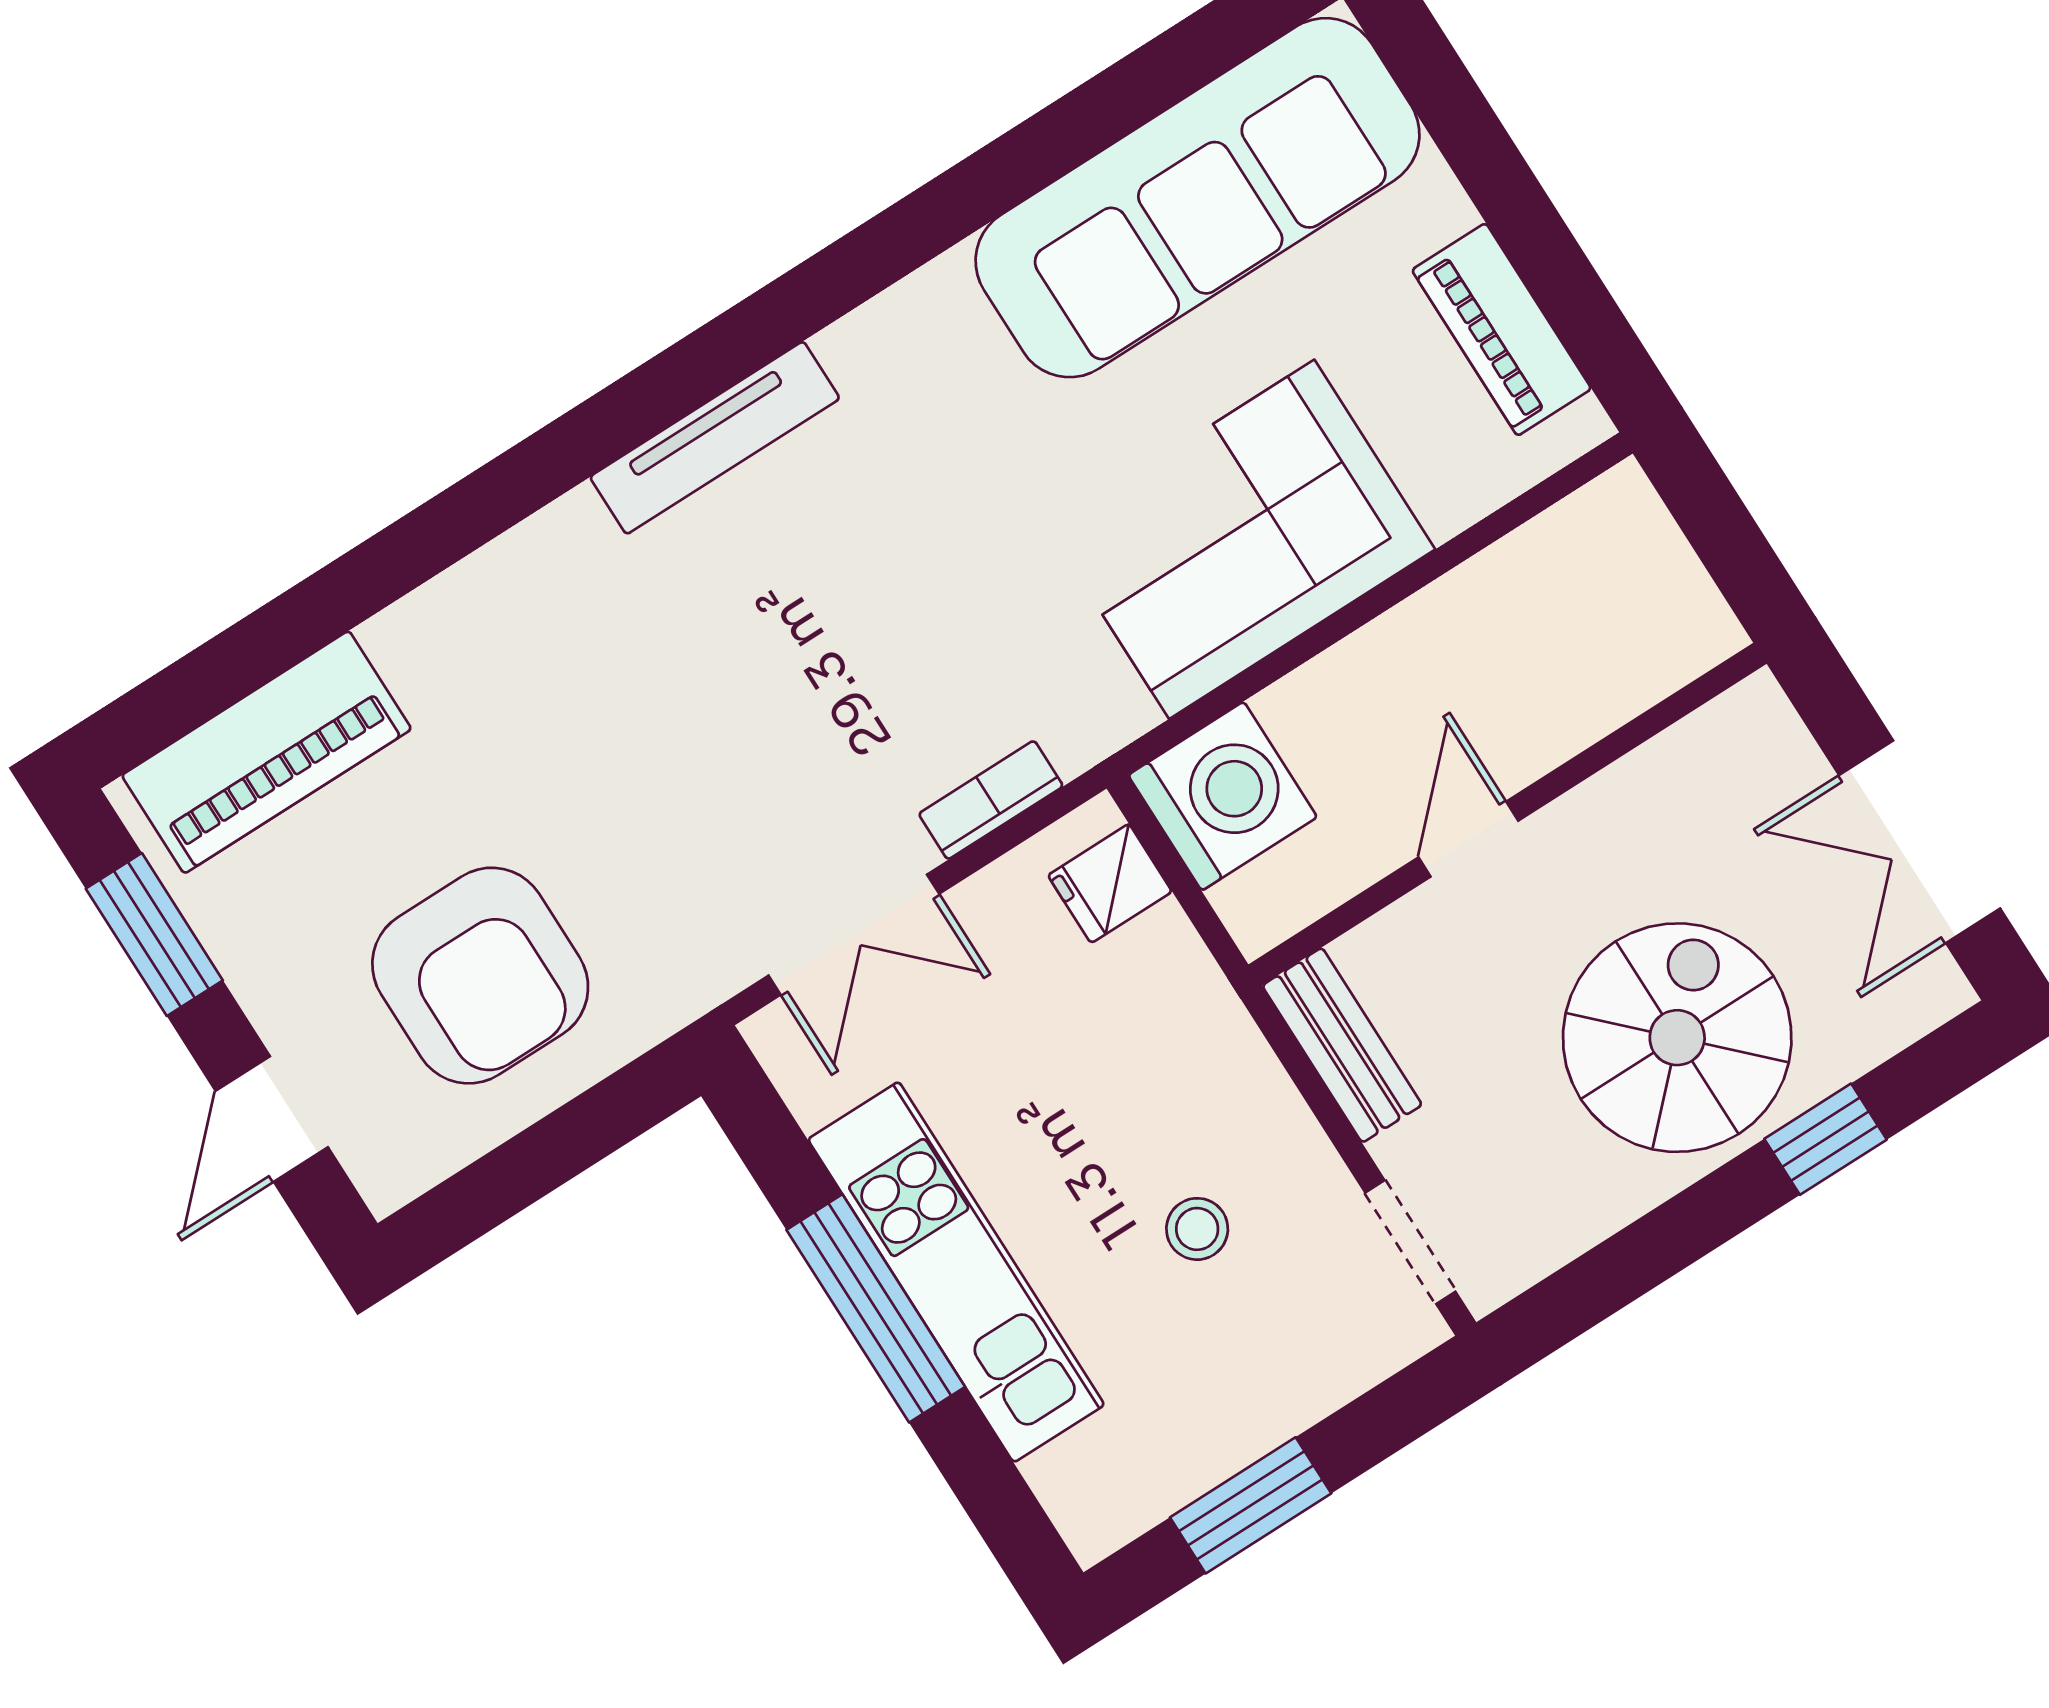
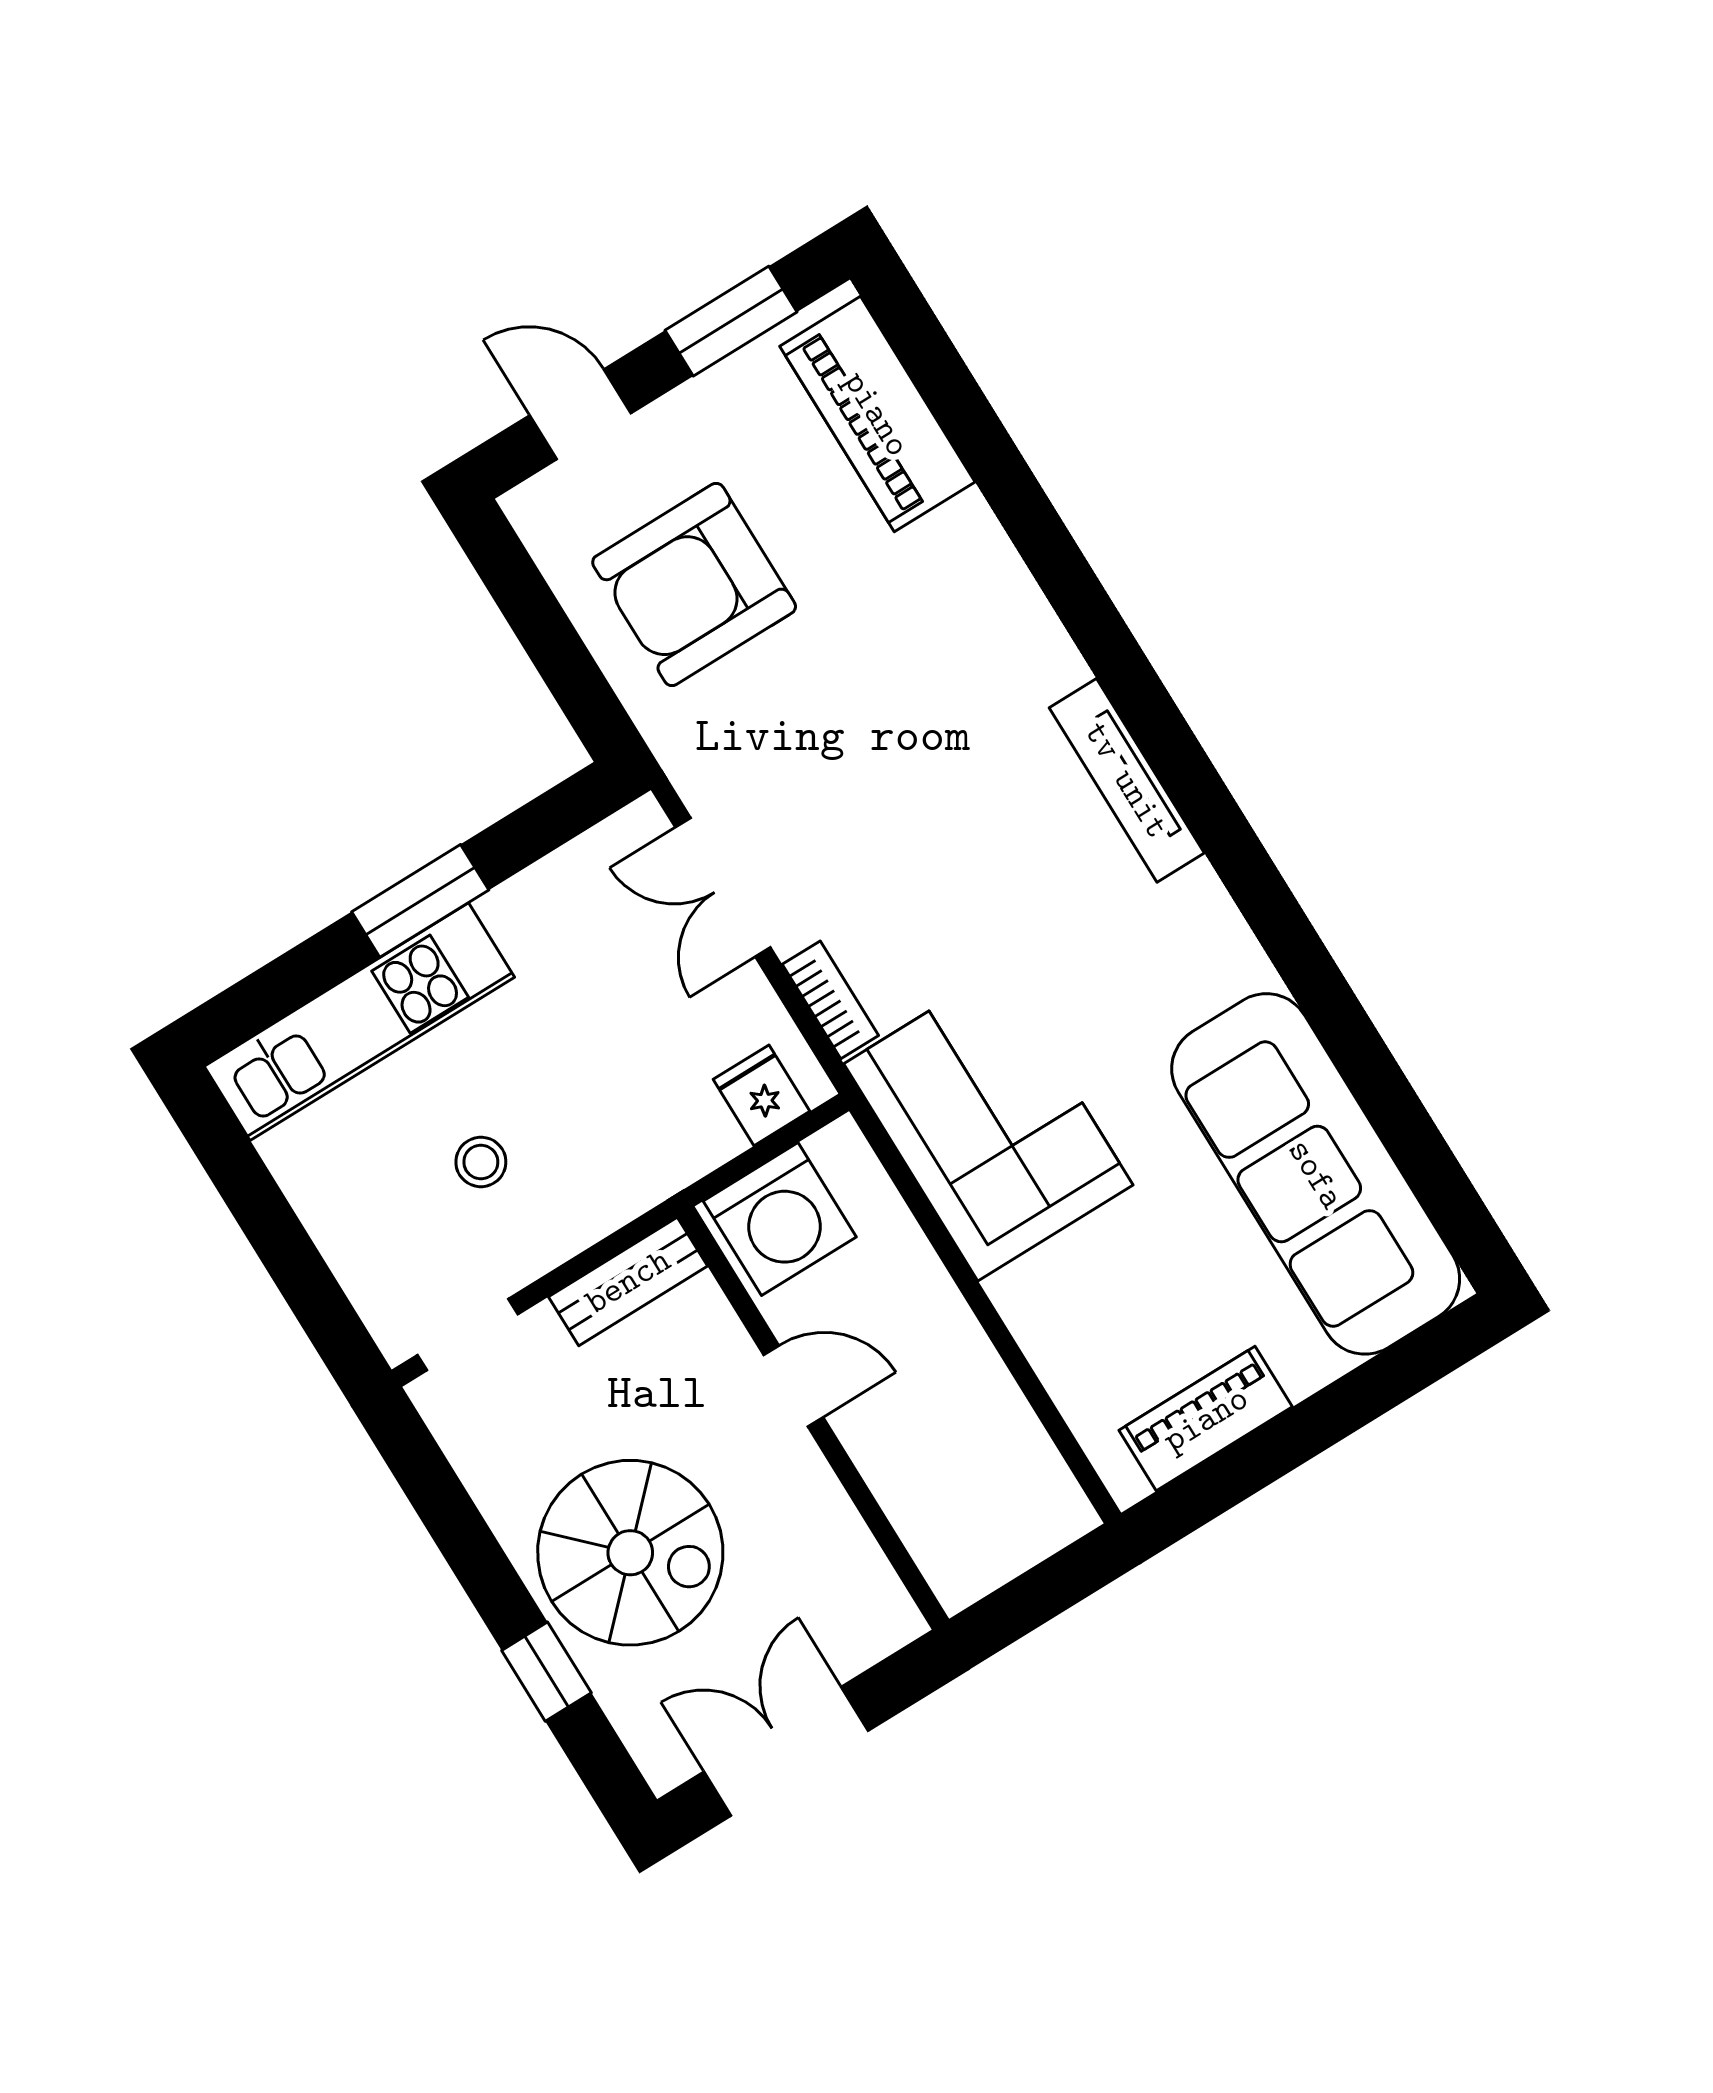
corner sofa: (1242, 539) -> (988, 1124), moved
washing machine: (1223, 796) -> (780, 1219), moved
kitchen unit: (956, 1272) -> (359, 1022), moved
window: (876, 1308) -> (420, 901), width x0.69
window: (1251, 1505) -> (256, 1202), removed

